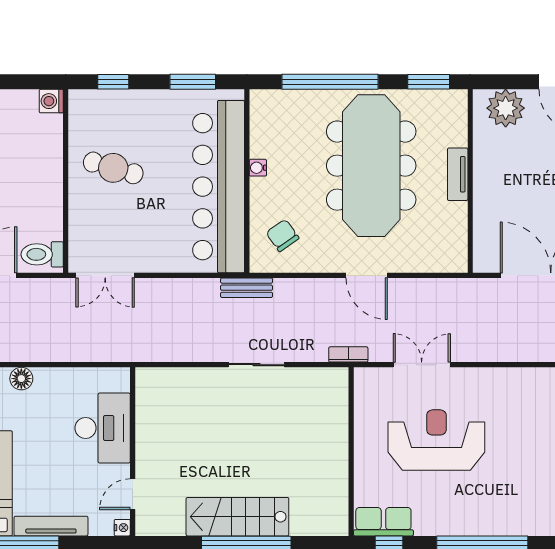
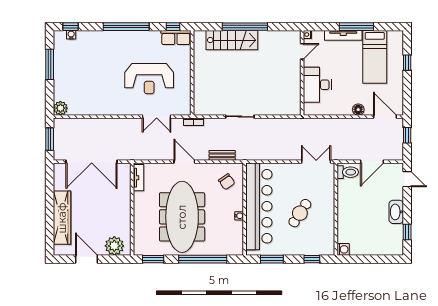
cafe table: (113, 168) -> (300, 213), moved, turned -73
tv unit: (458, 174) -> (138, 178), moved
bench: (247, 288) -> (222, 155), moved
stairs: (237, 517) -> (232, 40), moved

